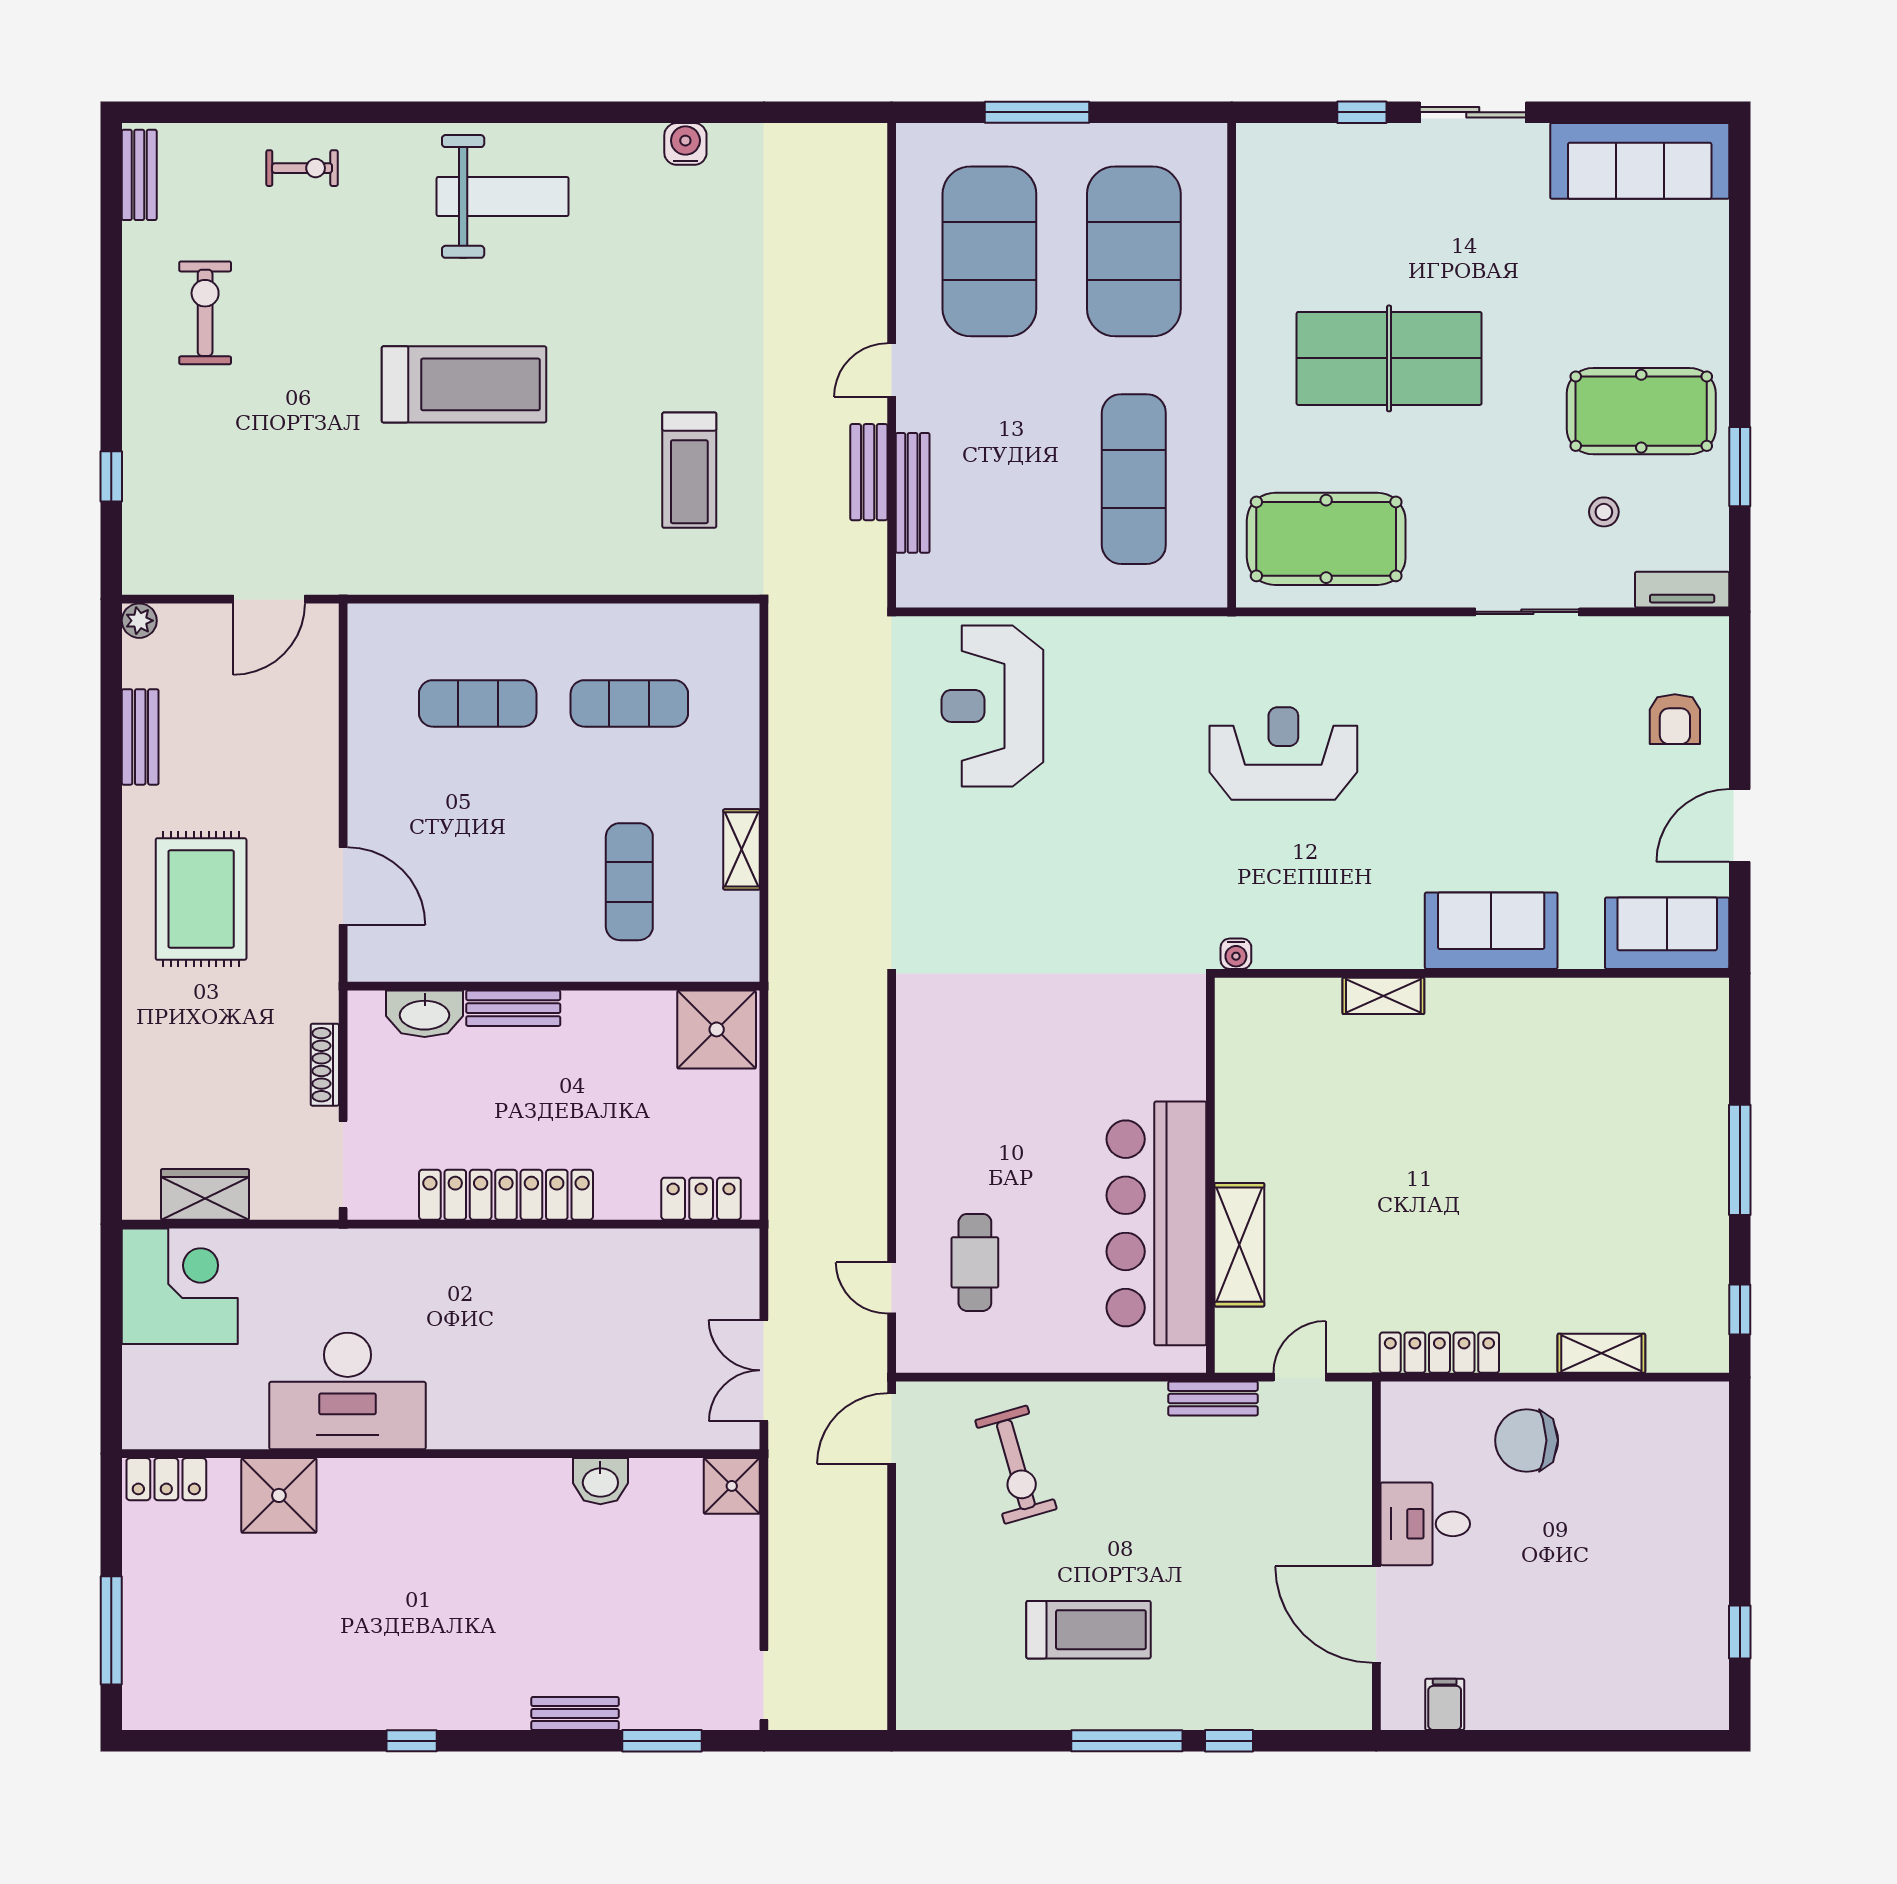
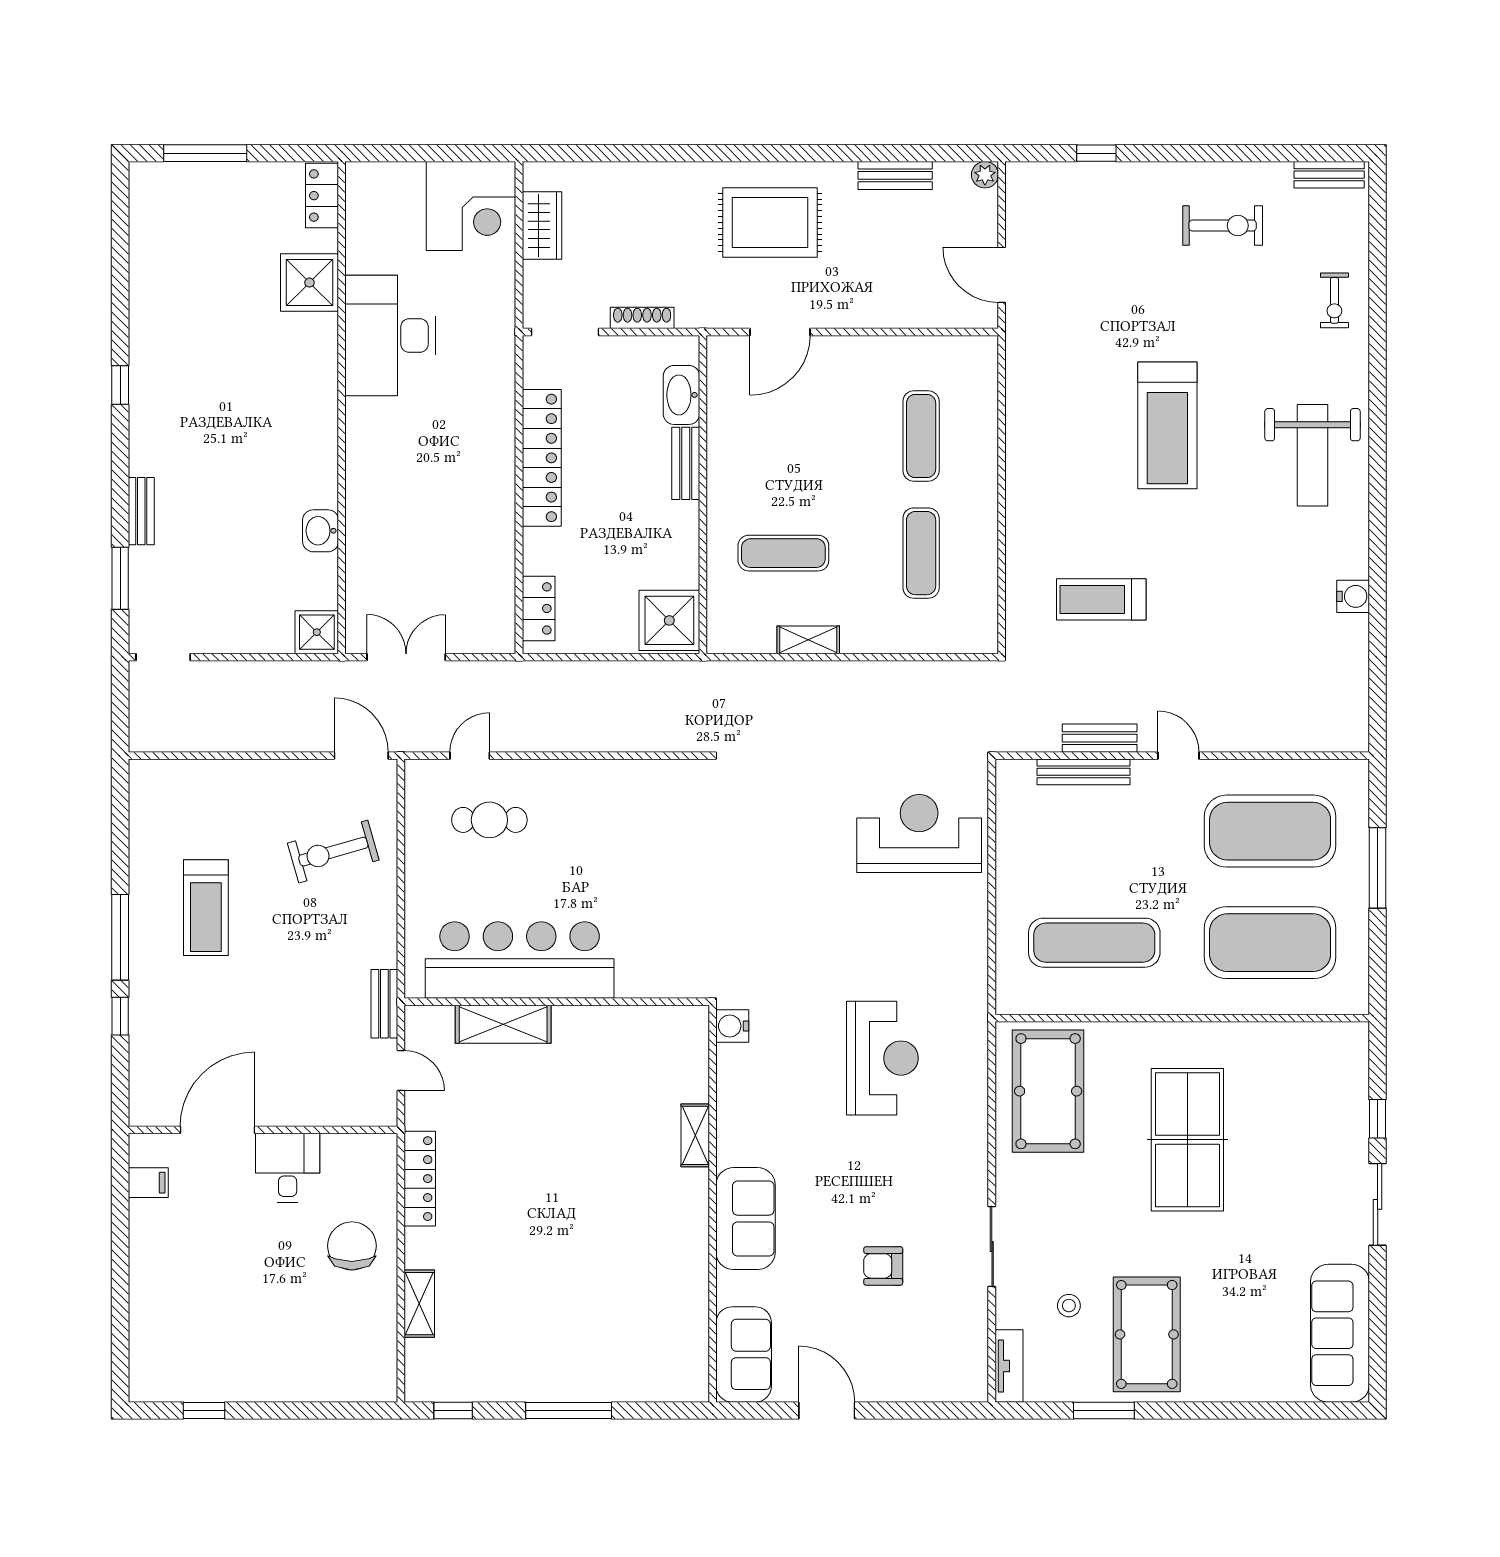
armchair: (1675, 719) -> (883, 1266), moved
water cooler: (1236, 954) -> (732, 1026), width x1.38, depth x1.38

